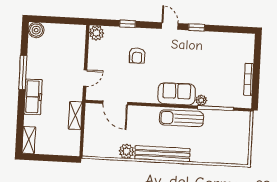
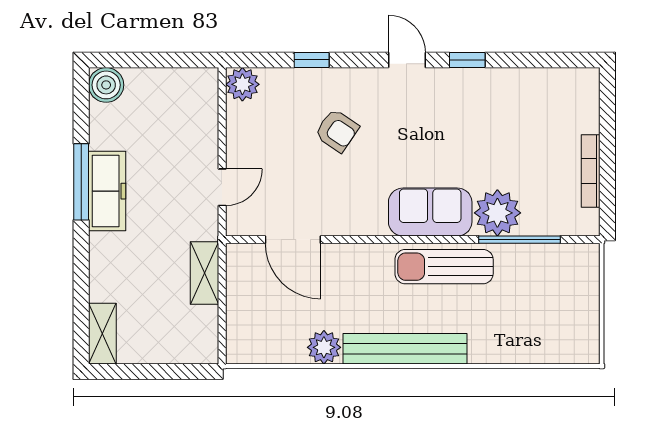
armchair: (137, 56) -> (337, 131), turned -56
freezer: (33, 97) -> (107, 191), moved
plant: (201, 100) -> (497, 213), width x1.88, depth x1.88

